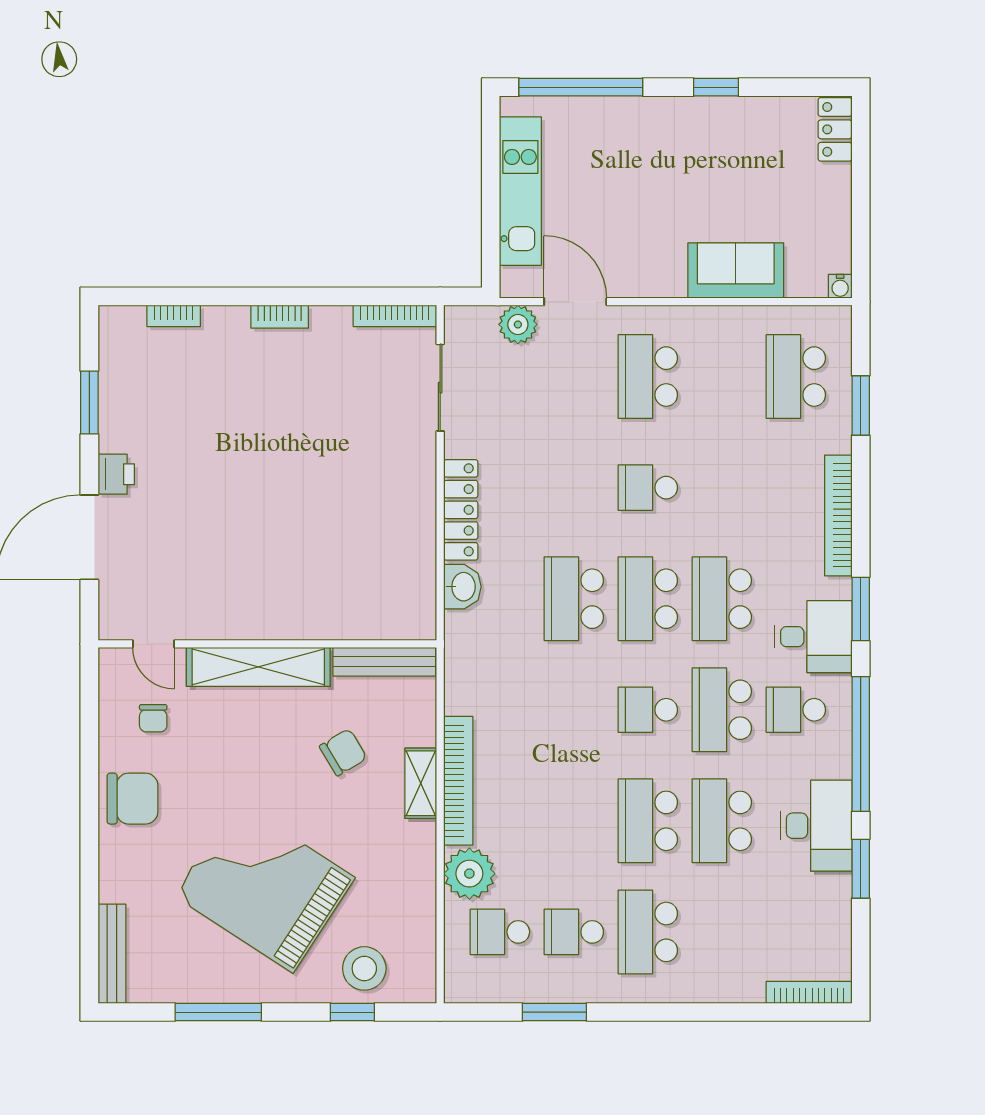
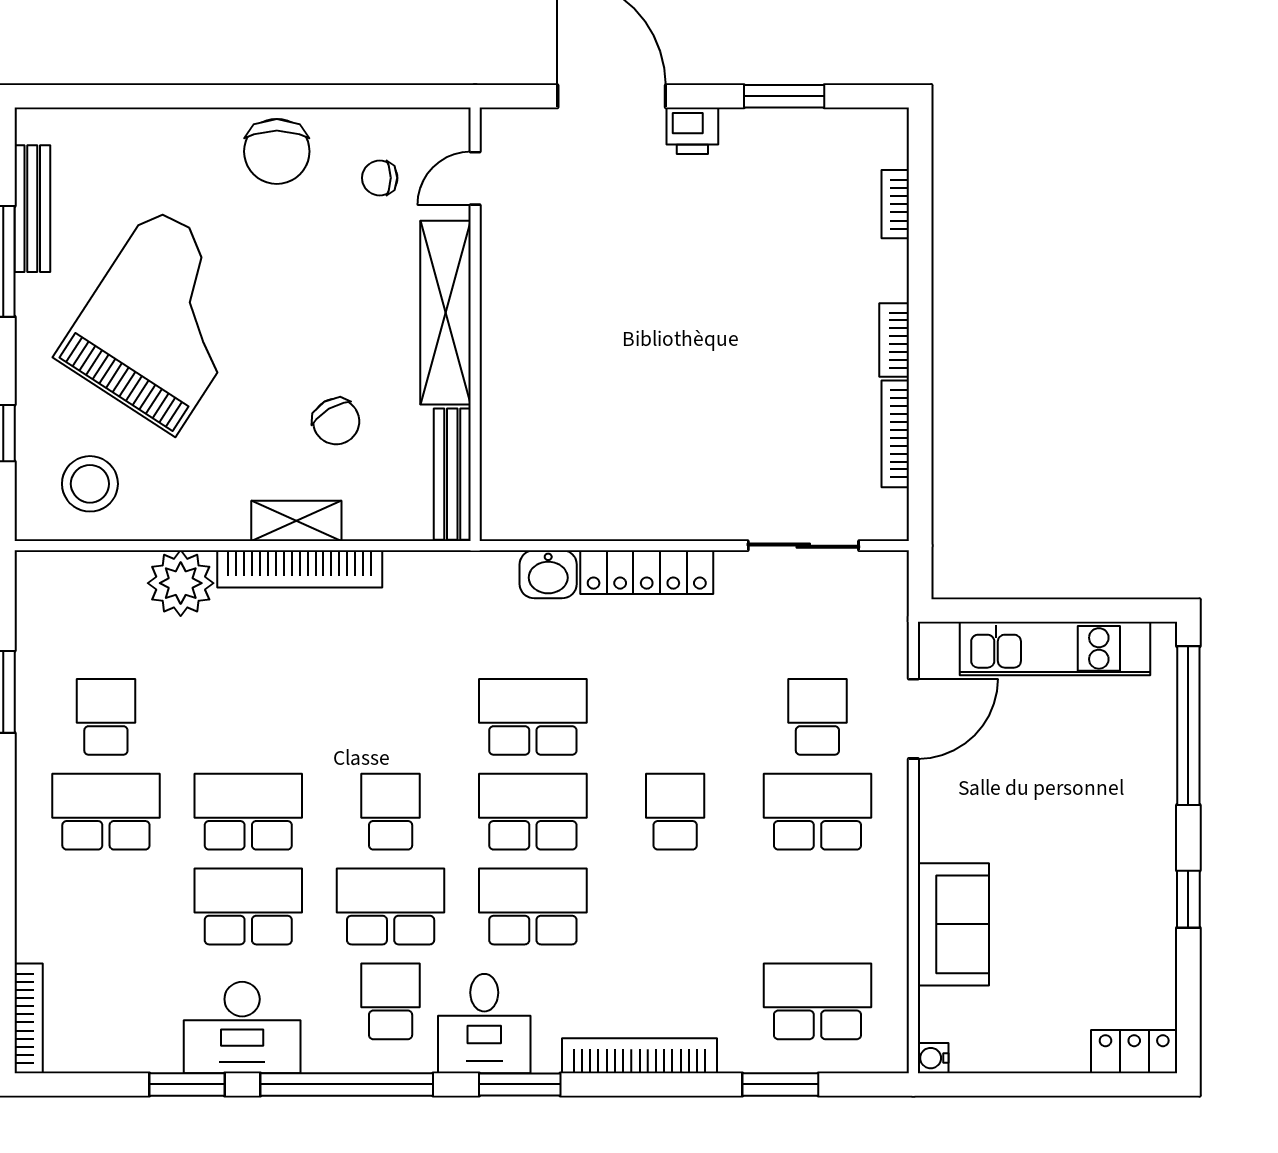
bookcase: (395, 316) -> (895, 434), moved
plant: (518, 324) -> (884, 645), removed
school desk: (500, 932) -> (817, 717), moved
bench: (112, 954) -> (32, 209), moved, turned 90
stool: (364, 968) -> (90, 484), moved

